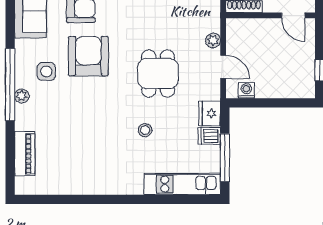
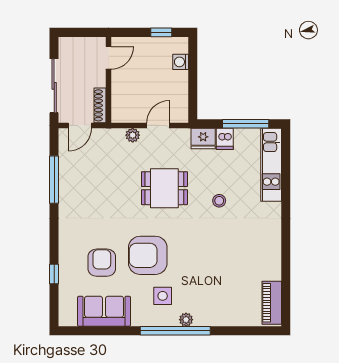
washing machine: (246, 90) -> (181, 62), moved
piano: (25, 154) -> (272, 303), moved, turned -90

